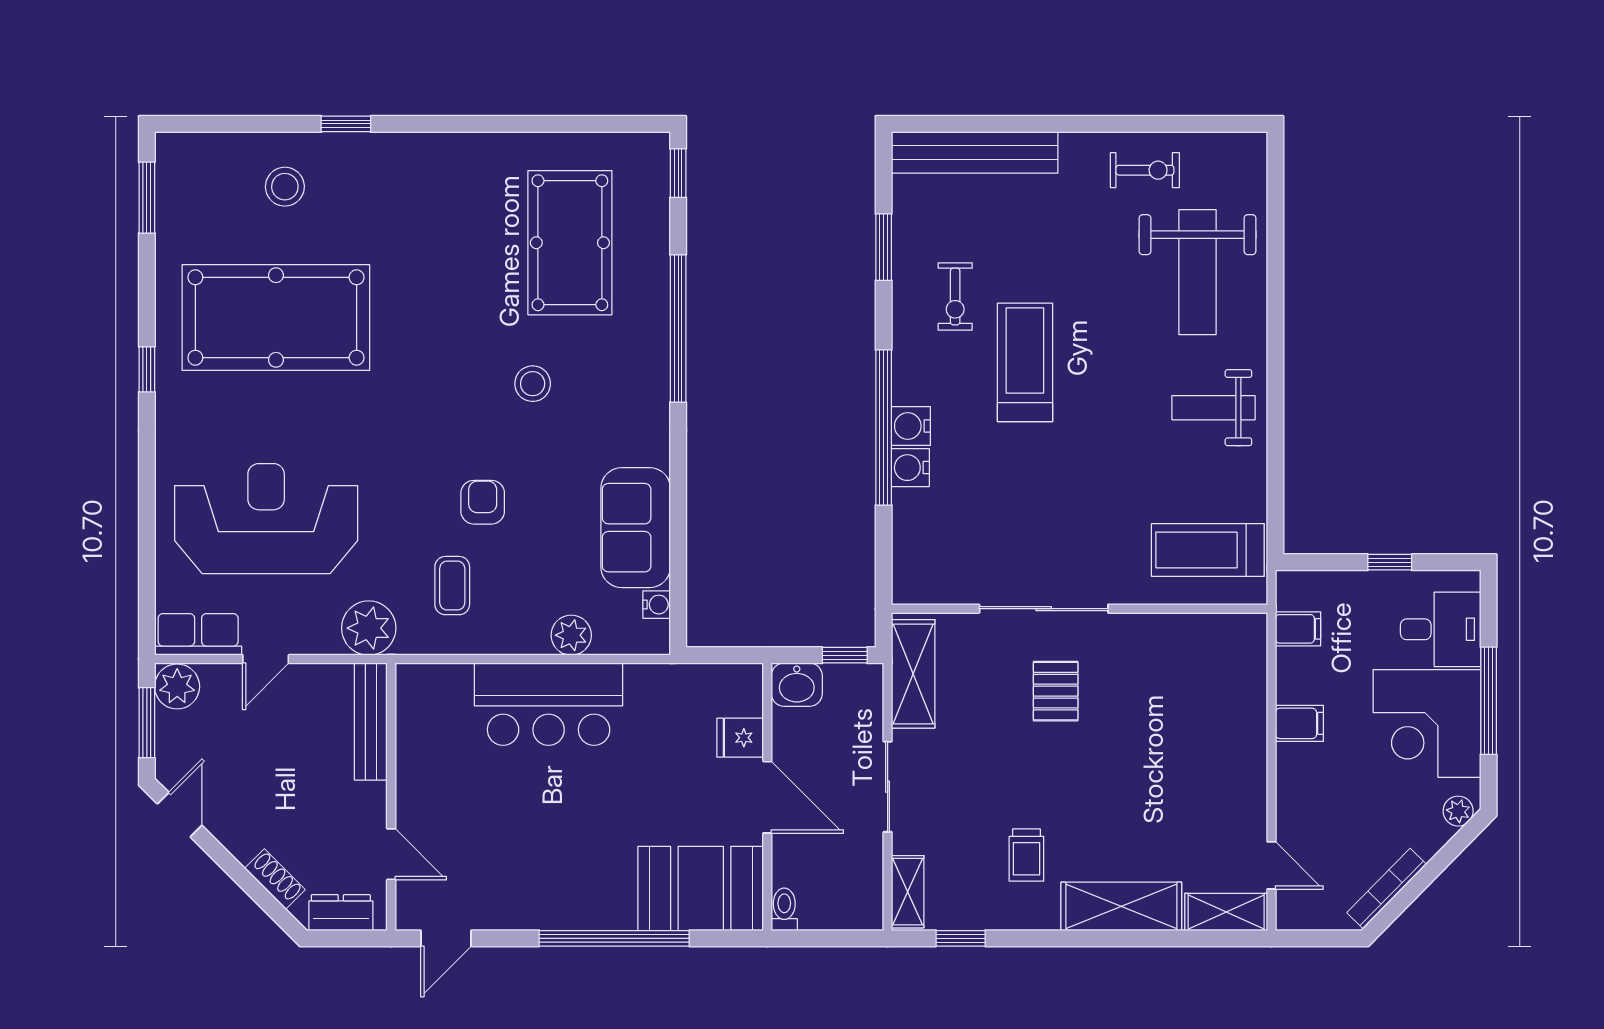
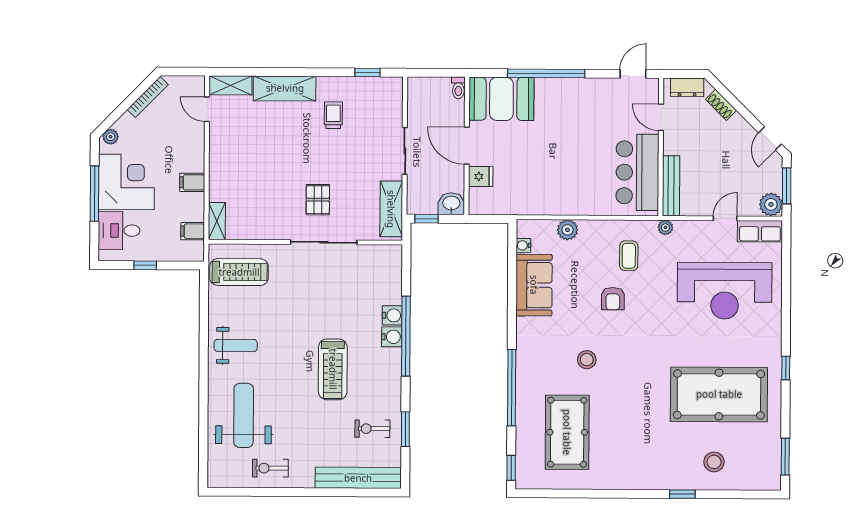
exercise bike: (955, 297) -> (372, 429), moved, turned -90
plant: (369, 628) -> (665, 227), width x0.53, depth x0.53
bar counter: (549, 704) -> (637, 172), moved, turned -90
shelving: (908, 892) -> (217, 221), moved

